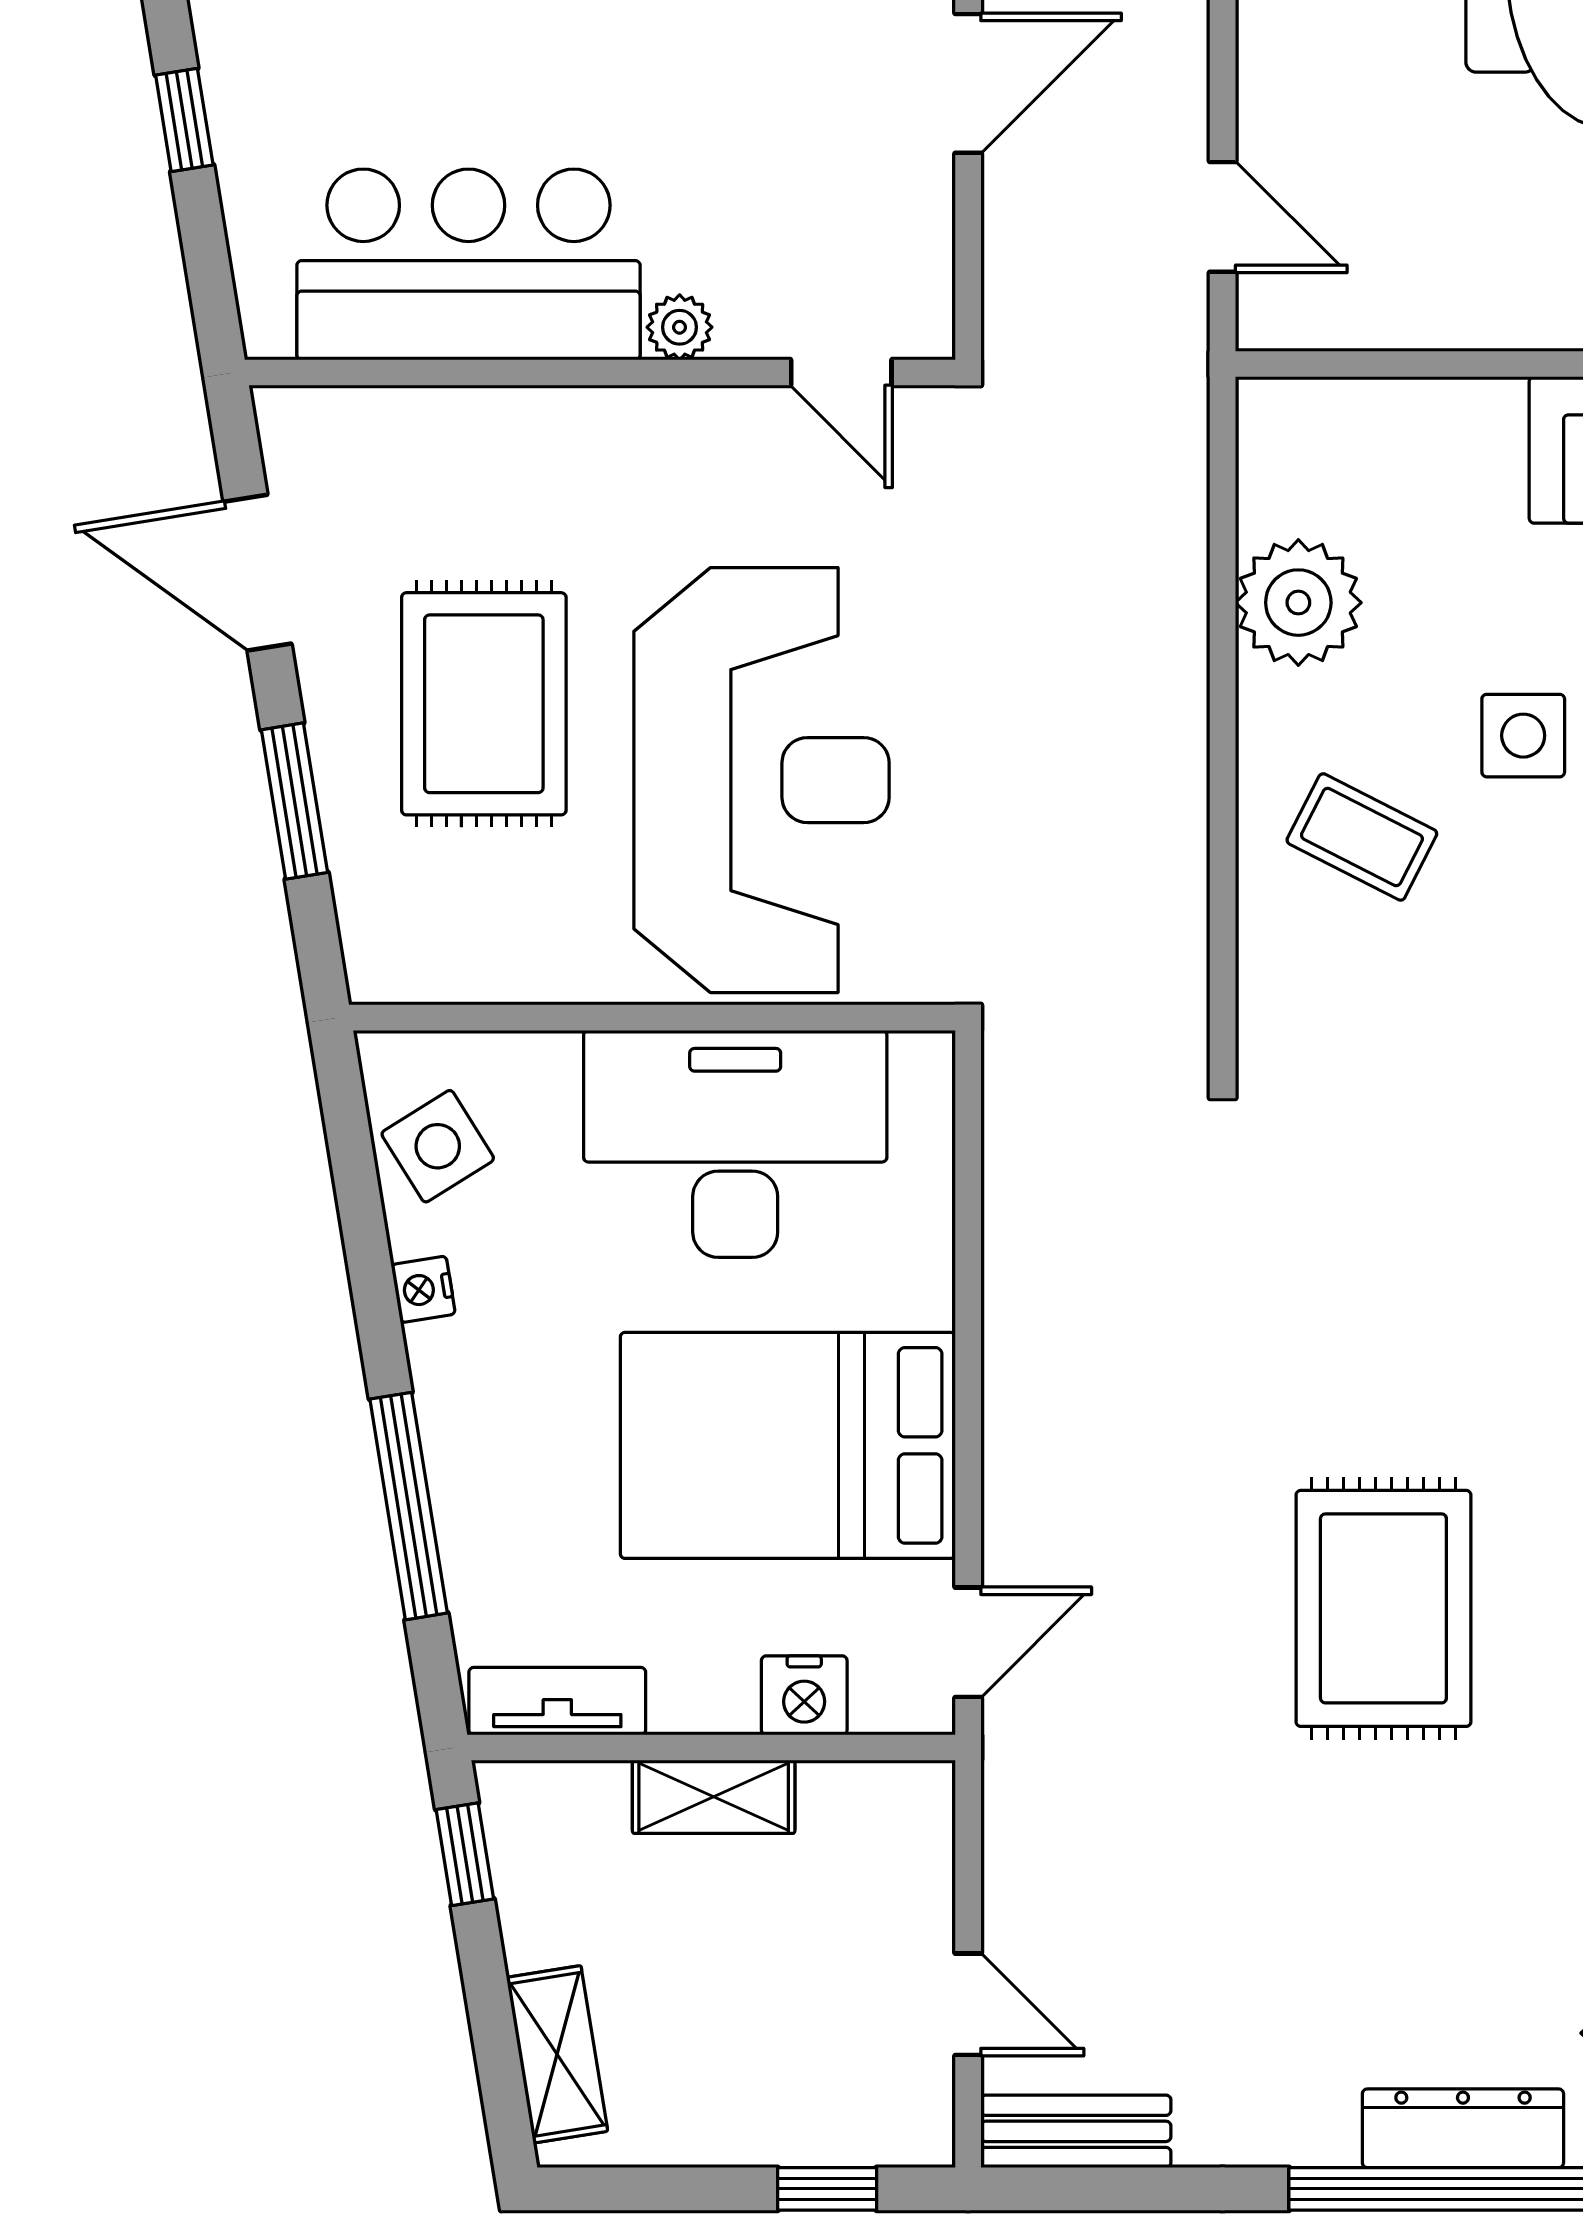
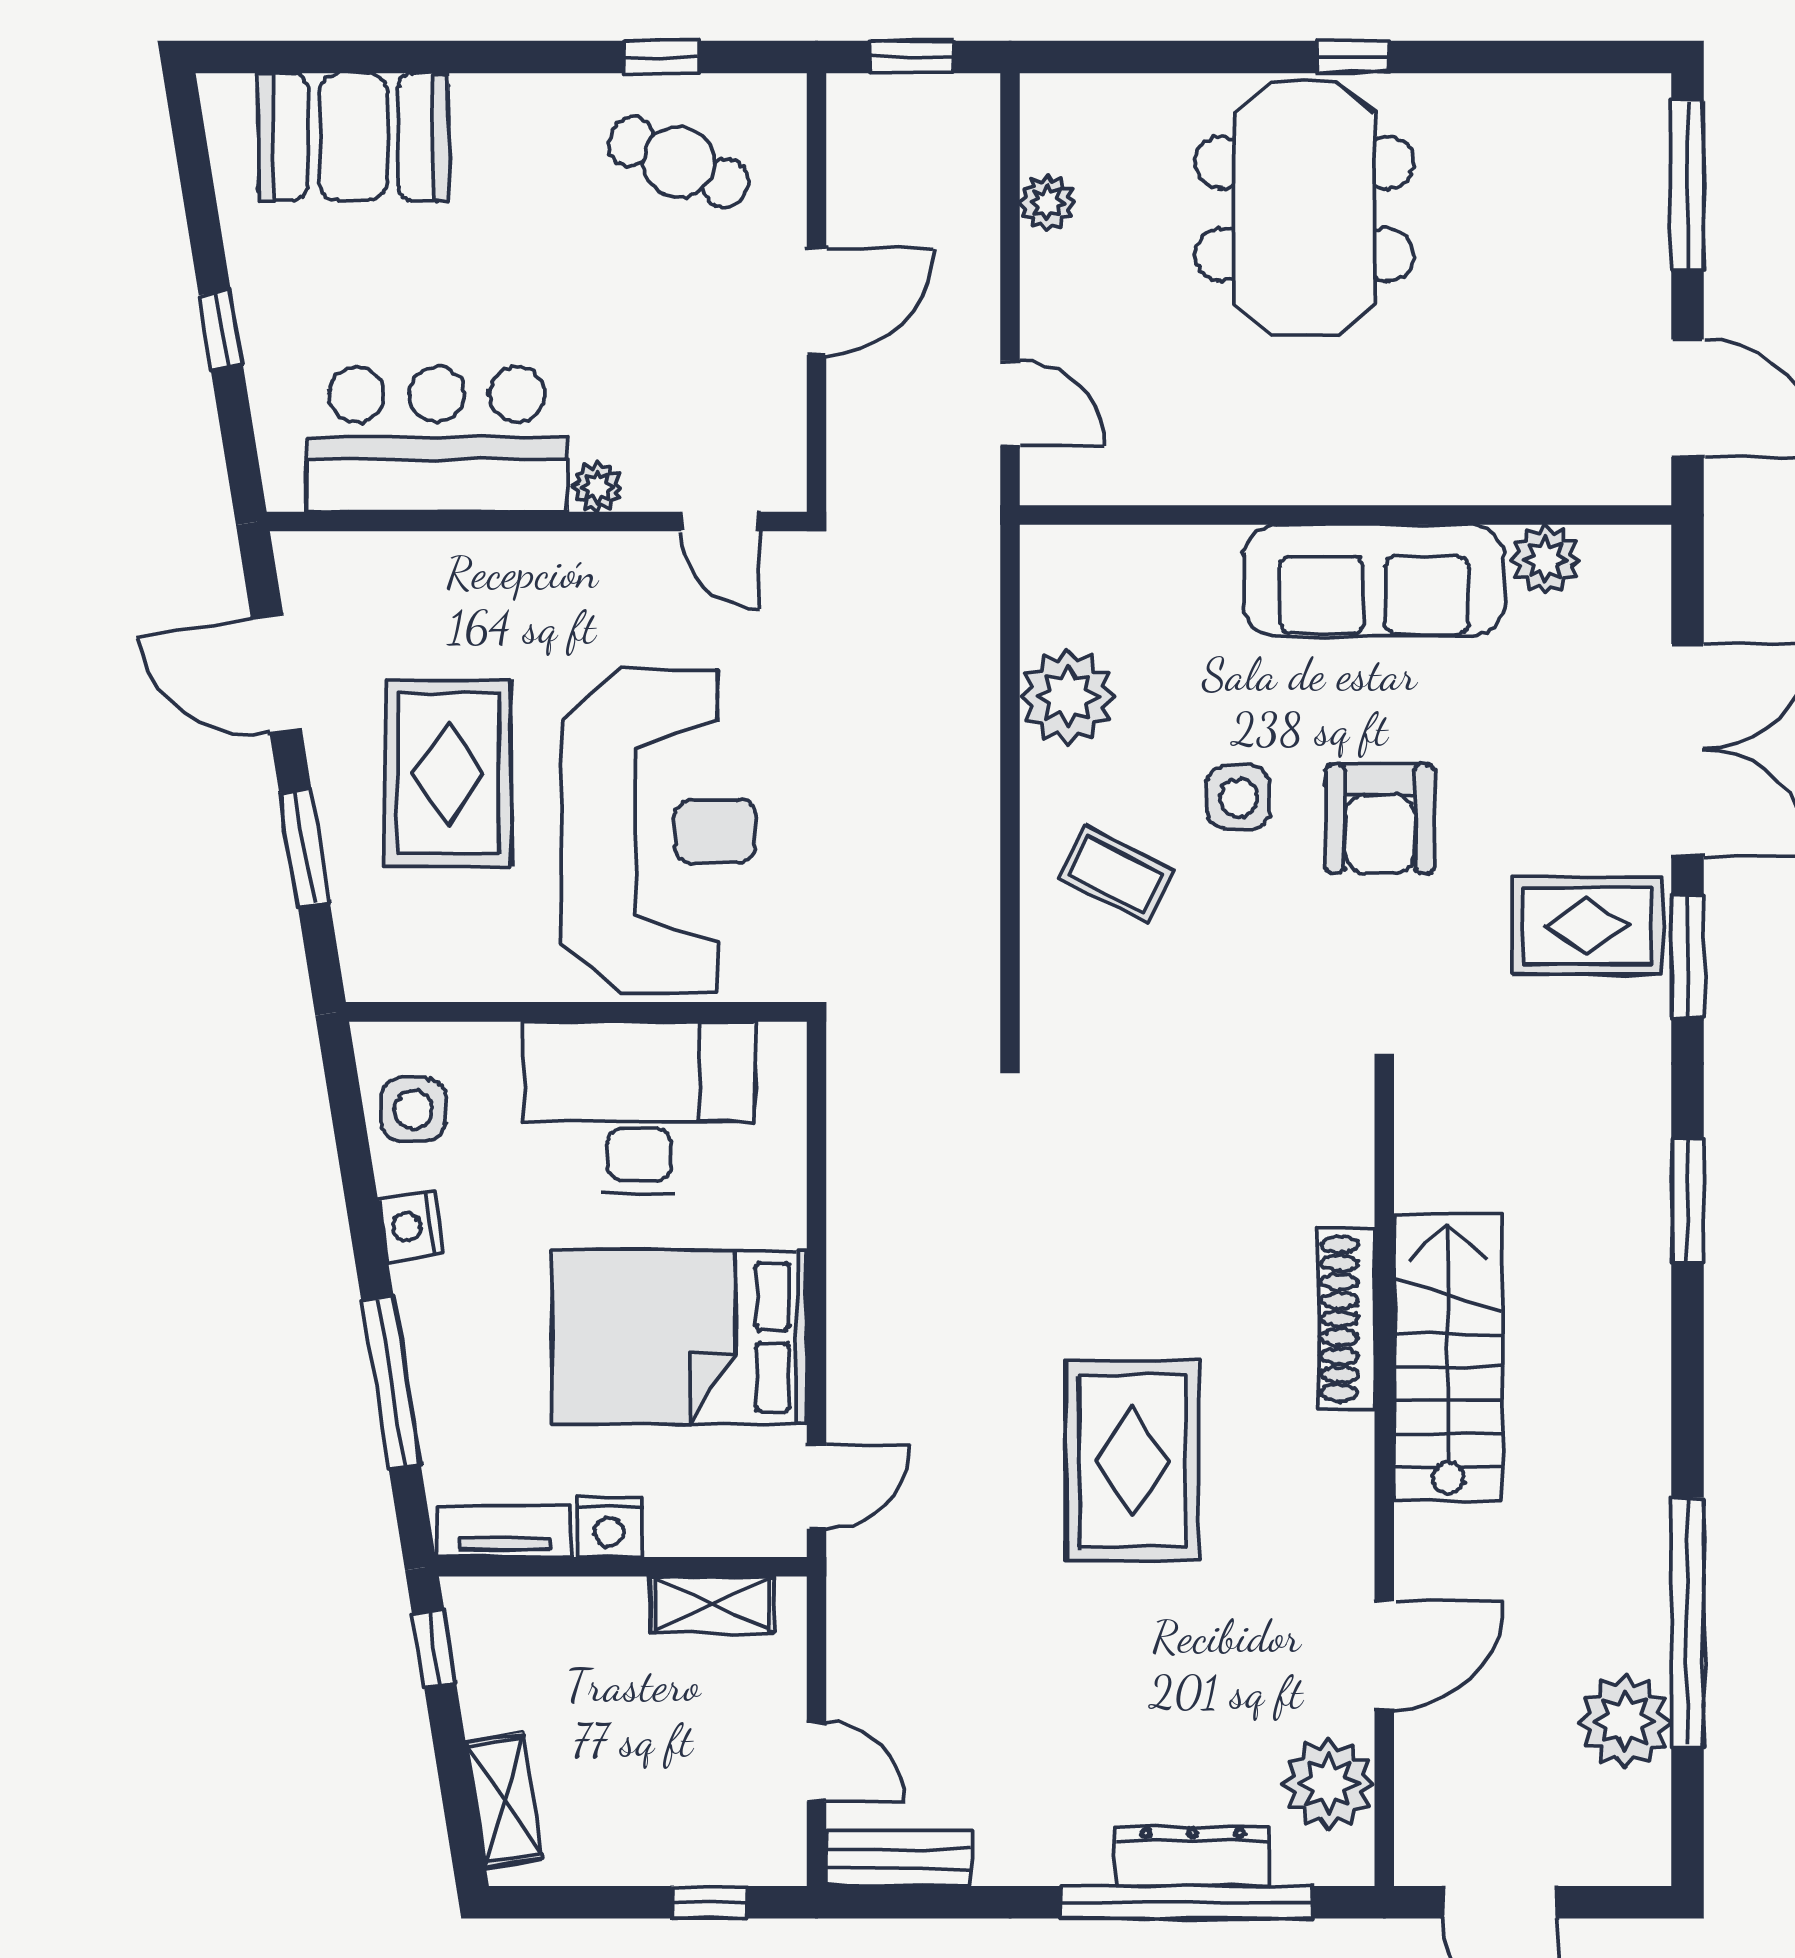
side table: (438, 1146) -> (413, 1110), turned 32
nightstand: (423, 1289) -> (411, 1226), width x1.39, depth x1.35
nightstand: (804, 1695) -> (609, 1527), moved
shelving: (714, 1797) -> (712, 1604), moved

